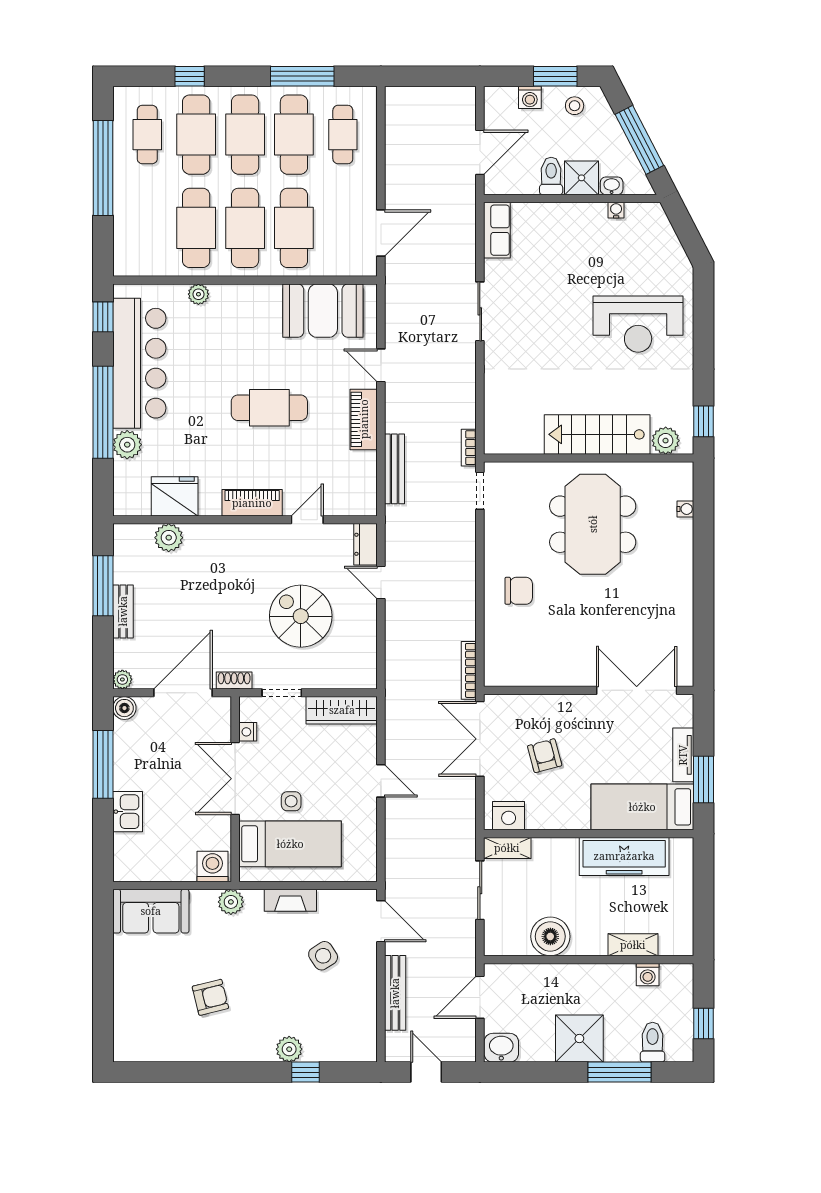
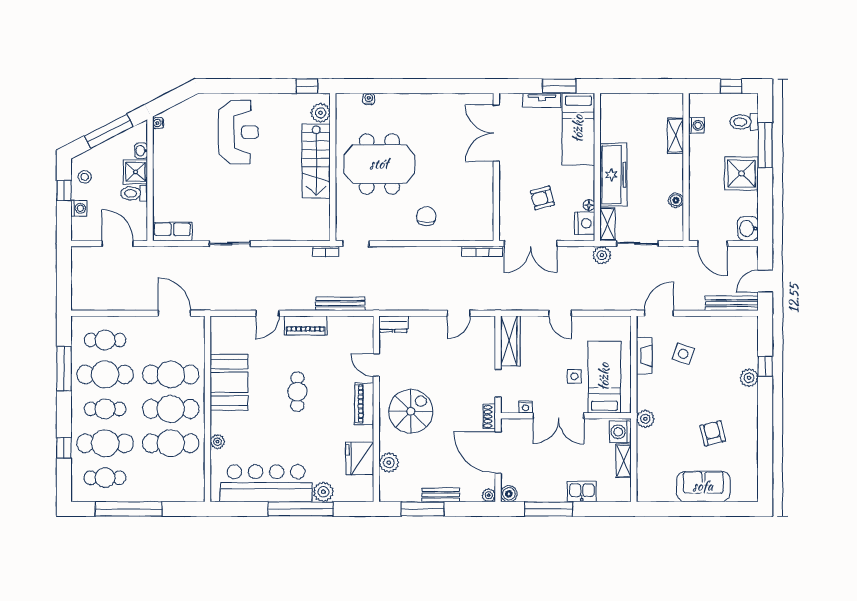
window: (555, 76) -> (64, 190), width x0.67
cafe table: (245, 135) -> (105, 409), width x0.73, depth x0.74
water cooler: (616, 210) -> (158, 123), moved
booth: (323, 311) -> (229, 382), moved
window: (103, 317) -> (233, 509), removed
cafe table: (269, 408) -> (297, 392), width x0.73, depth x0.74
door: (381, 583) -> (459, 313), moved
spiral stairs: (301, 616) -> (411, 411), moved, turned 180
door: (381, 781) -> (560, 313), swing flipped
floor lamp: (534, 822) -> (589, 205), added
plant: (463, 840) -> (602, 255), added
freezer: (624, 856) -> (613, 175), moved
shelving: (171, 871) -> (624, 461), added
fireplace: (290, 900) -> (644, 356), moved
sofa: (151, 911) -> (703, 486), moved, turned -90
boiler: (550, 936) -> (676, 200), width x0.54, depth x0.54
side table: (323, 956) -> (683, 354), turned -38
bench: (395, 993) -> (732, 303), moved

